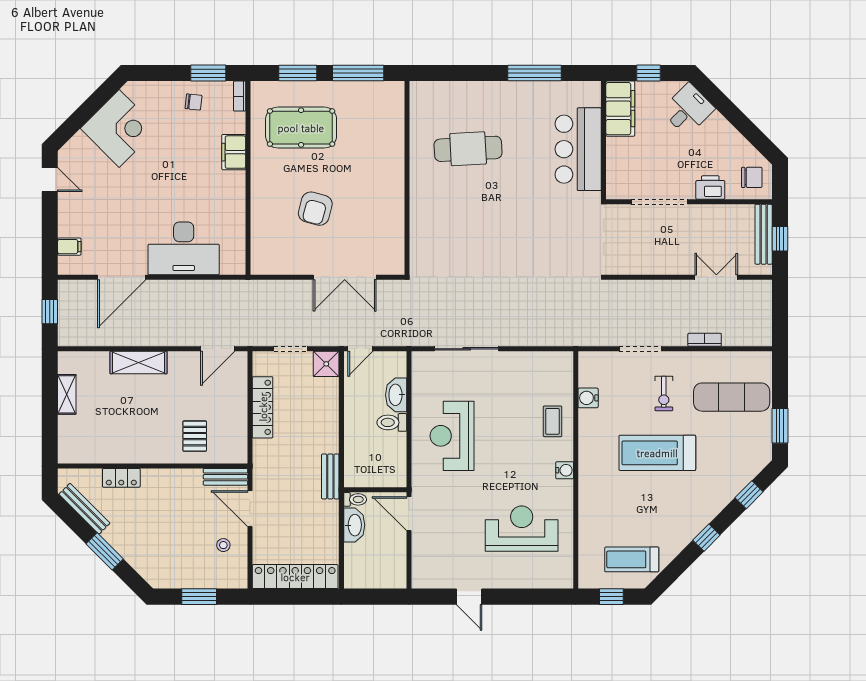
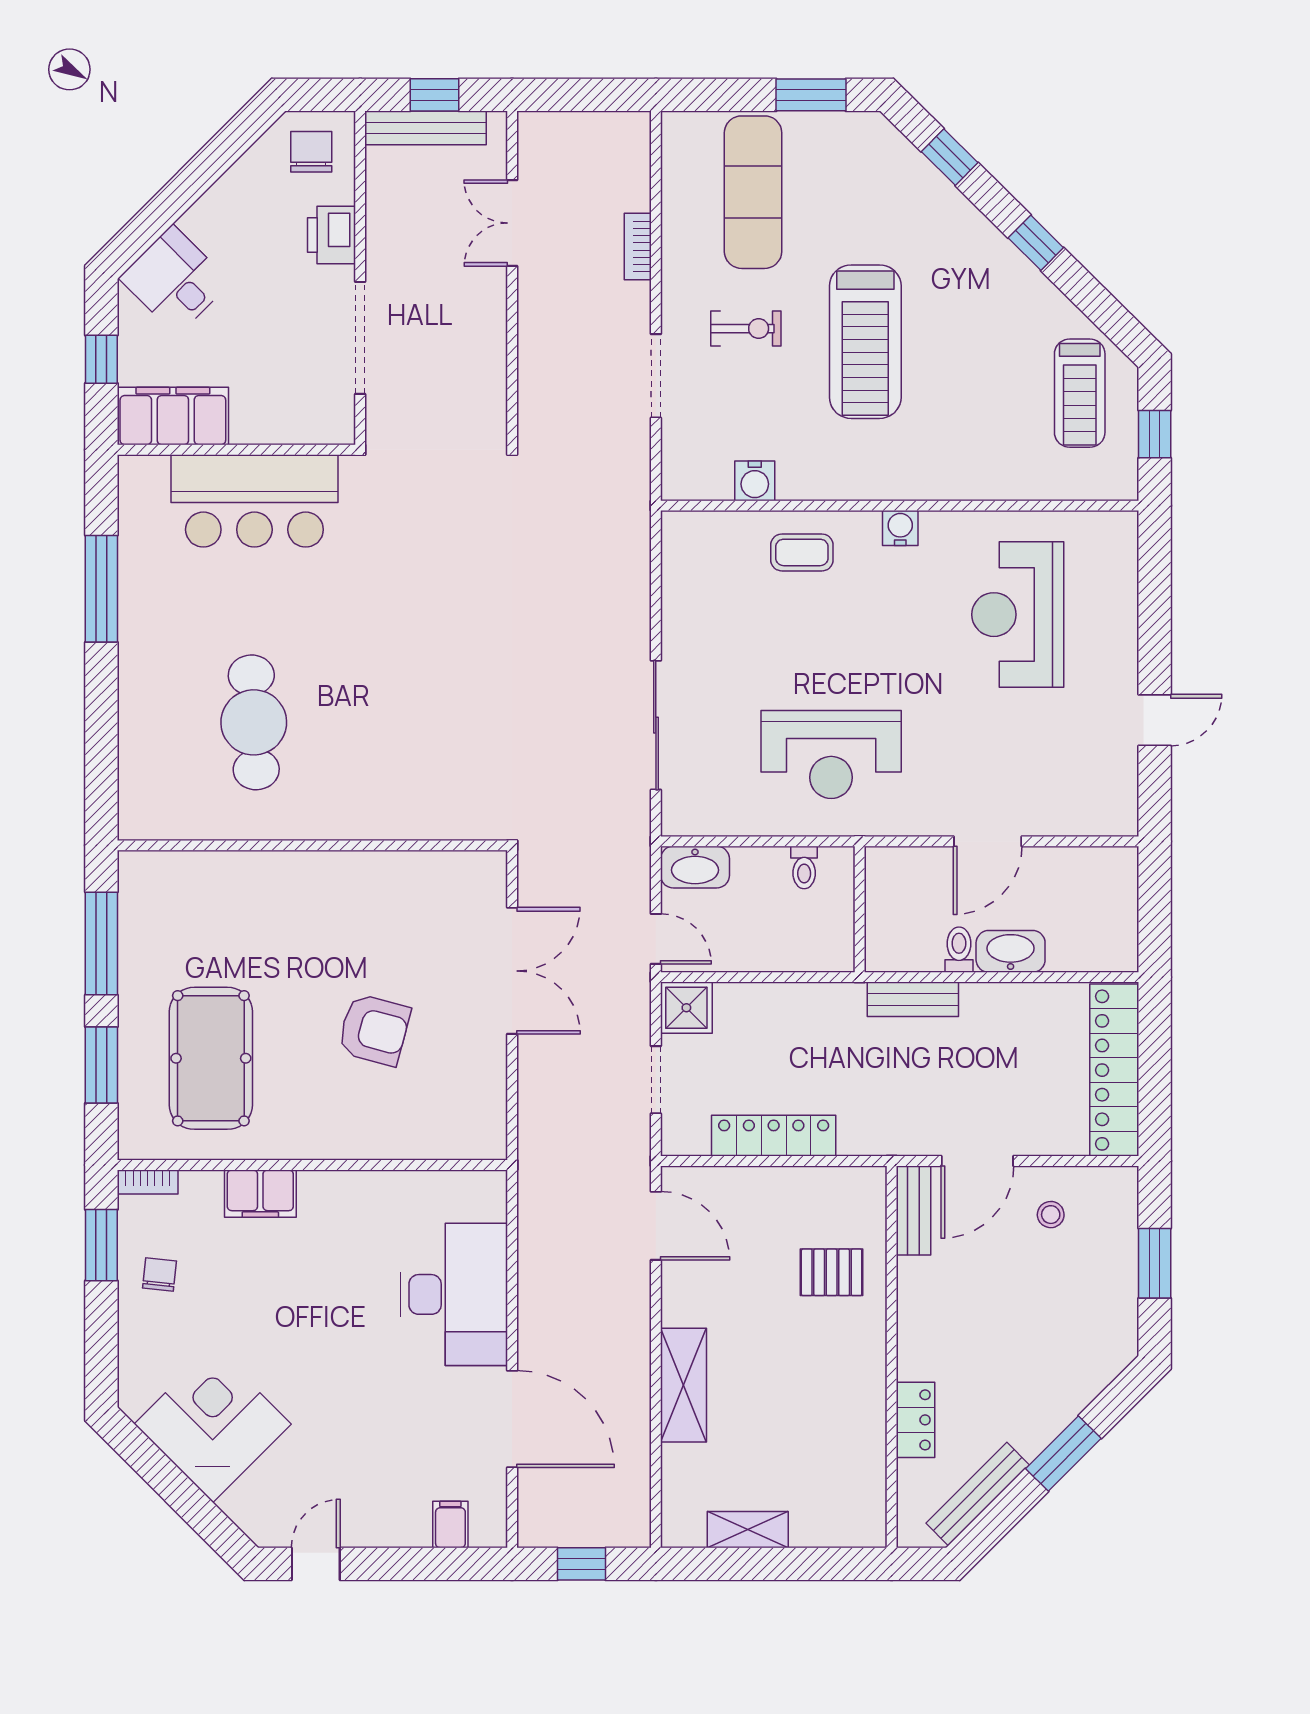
washbasin: (396, 395) -> (695, 867), moved
toilet: (392, 422) -> (804, 867), width x0.73, depth x0.72
wall: (375, 490) -> (860, 909), moved

